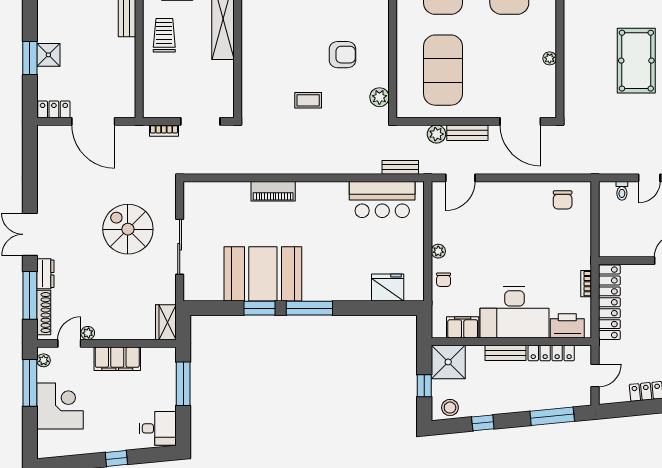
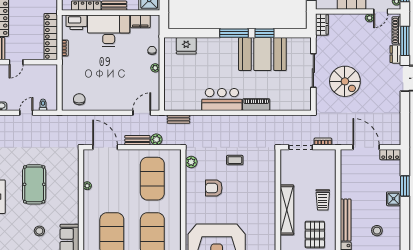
shower: (48, 55) -> (394, 199), moved
bar counter: (382, 200) -> (222, 99), moved

